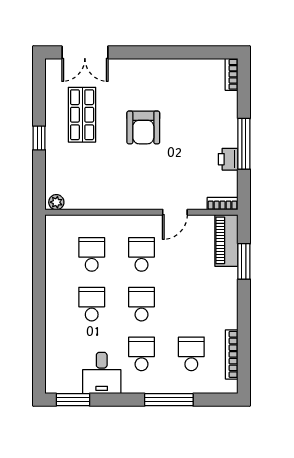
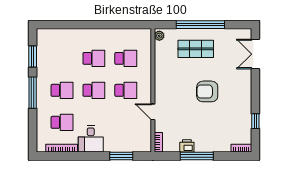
window: (189, 52) -> (255, 121), added
shop shelf: (82, 115) -> (196, 49), moved
window: (39, 138) -> (200, 25), width x3.17
piano: (226, 240) -> (135, 145), removed
desk: (102, 373) -> (91, 139), moved, turned -90
window: (73, 400) -> (33, 57), moved
window: (169, 400) -> (33, 93), moved

